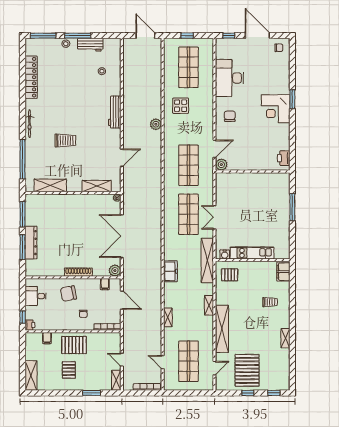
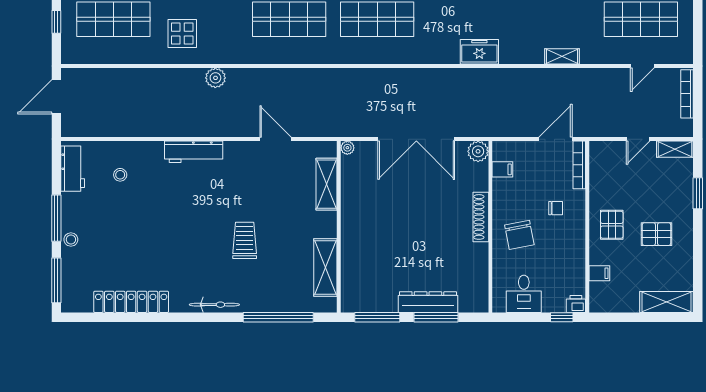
workbench: (90, 45) -> (73, 169), moved
door: (122, 300) -> (555, 139), moved
pallet: (74, 345) -> (612, 225), width x0.67, depth x0.71

